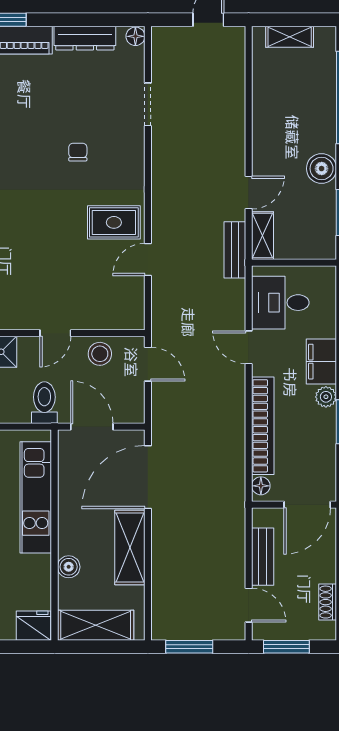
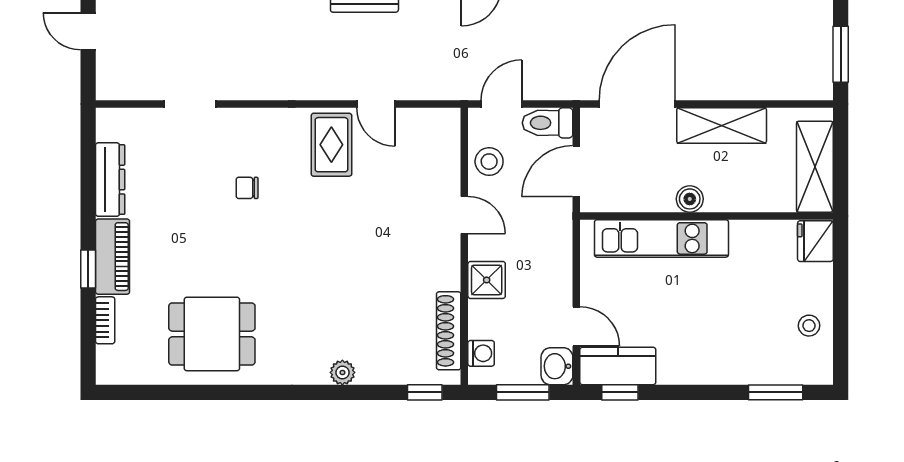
floor lamp: (135, 36) -> (108, 119), removed
toilet: (44, 403) -> (548, 123), moved
door: (148, 477) -> (637, 104), swing flipped
boiler: (69, 567) -> (690, 199), moved

